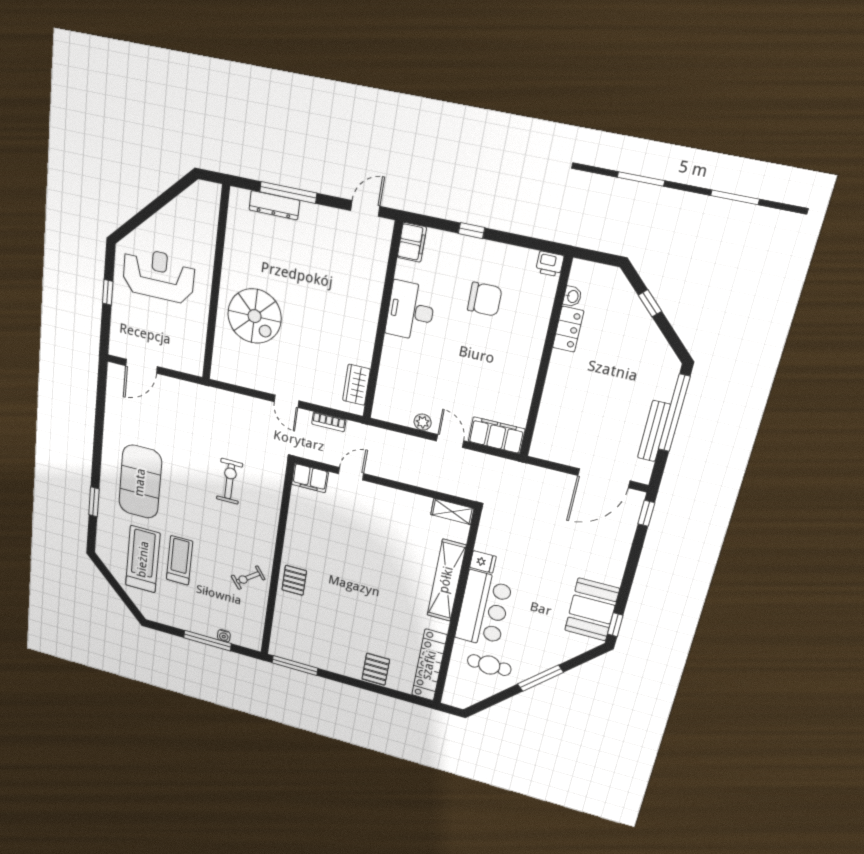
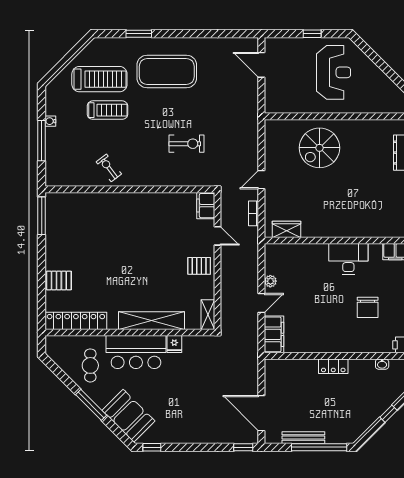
locker: (568, 329) -> (333, 366), moved
pallet: (294, 580) -> (199, 266), moved
booth: (592, 609) -> (128, 416), moved, turned 45
water cooler: (224, 636) -> (50, 121), moved

